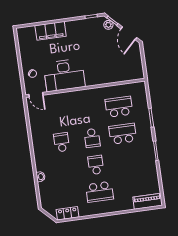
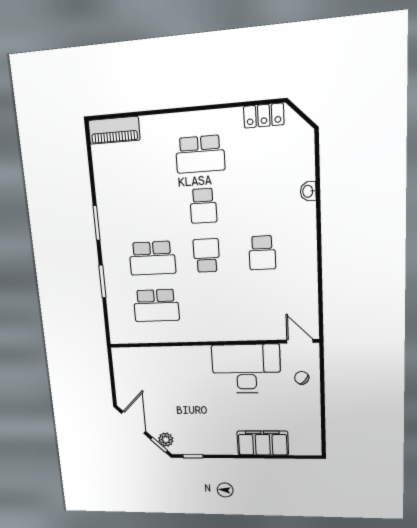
school desk: (100, 192) -> (200, 154), turned 180

